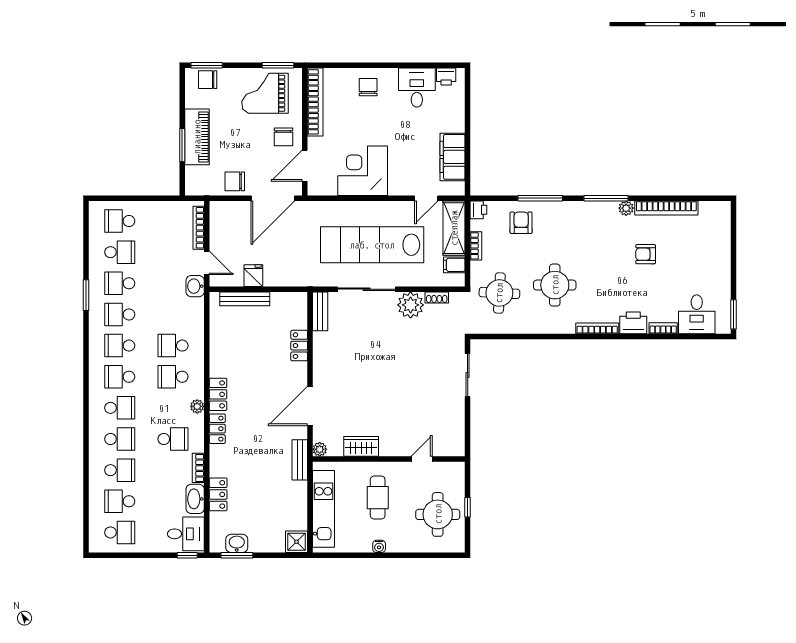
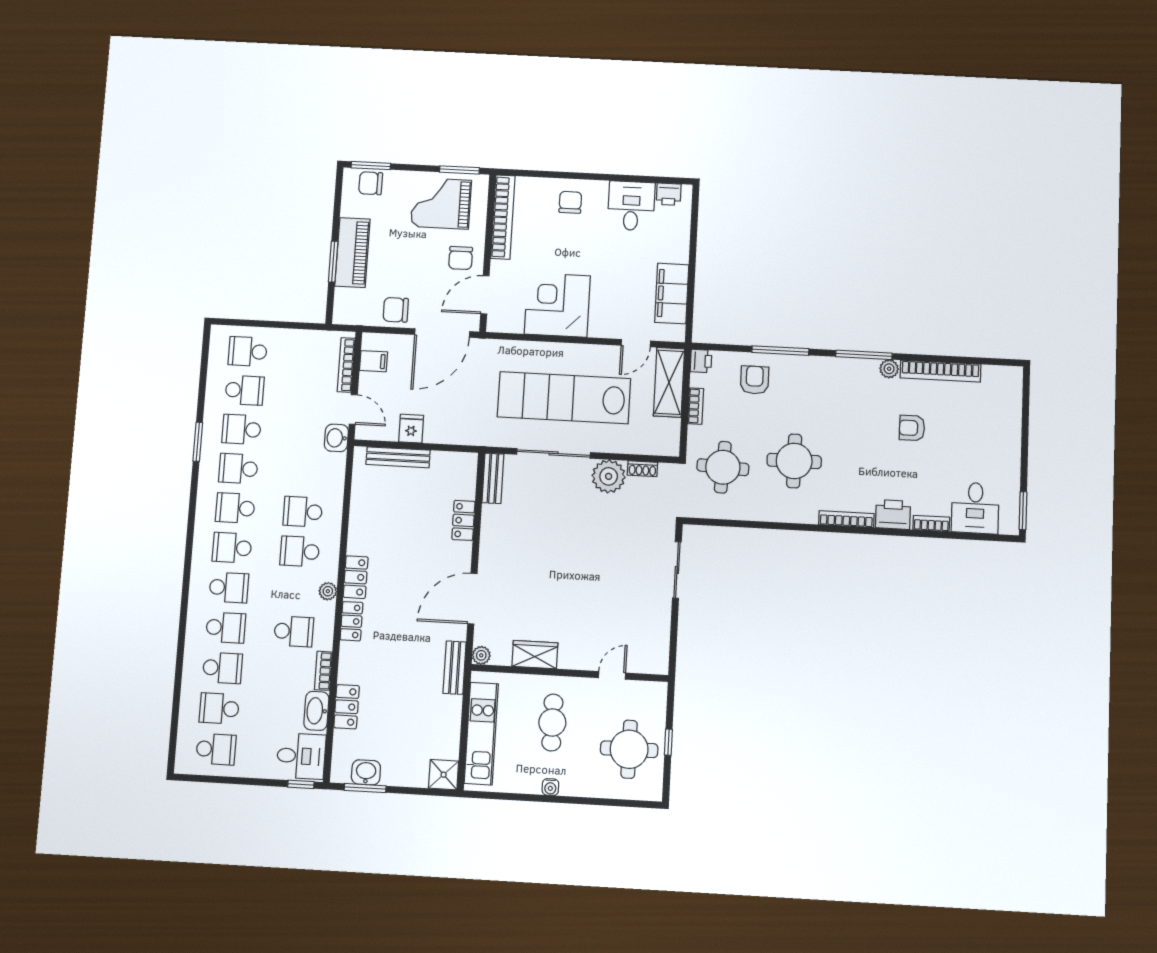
filing cabinet: (454, 265) -> (373, 361), moved, turned 180

